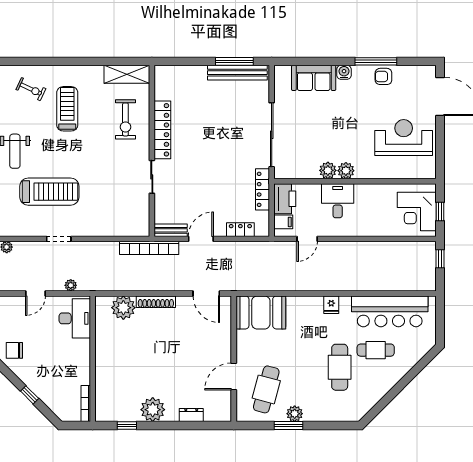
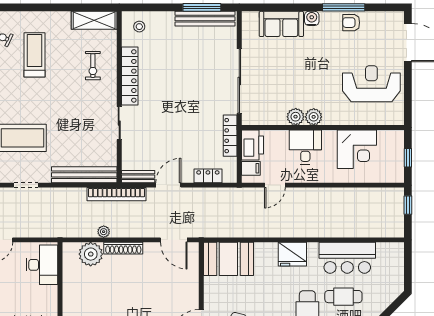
stool: (172, 80) -> (139, 27), added
exercise bike: (125, 119) -> (93, 66), width x0.73, depth x0.72
corner desk: (417, 212) -> (357, 149), moved, turned -90
bench: (117, 229) -> (84, 175), added
plant: (71, 285) -> (104, 232), moved
fridge: (331, 305) -> (292, 254), width x1.88, depth x1.34
bar counter: (390, 311) -> (347, 258), width x0.73

